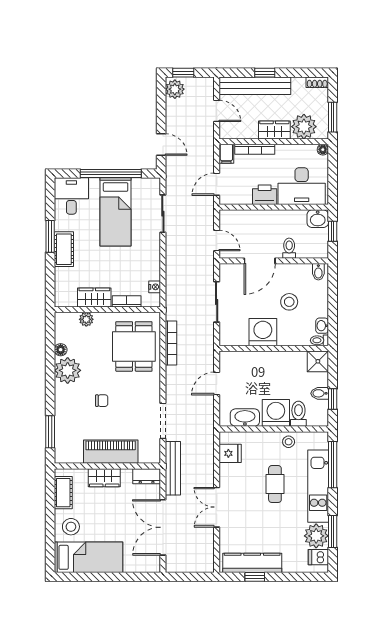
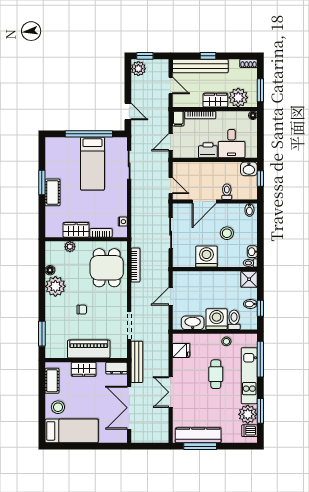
desk: (302, 186) -> (232, 144), width x0.73
desk: (71, 196) -> (58, 151), removed
window: (255, 577) -> (200, 446), width x2.17

